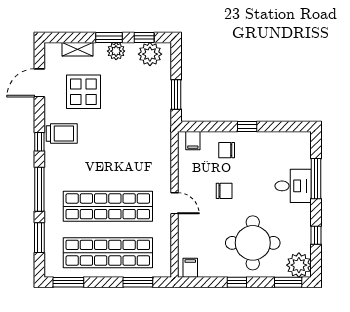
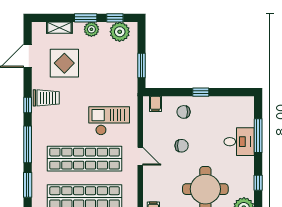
checkout: (137, 161) -> (109, 121), added

